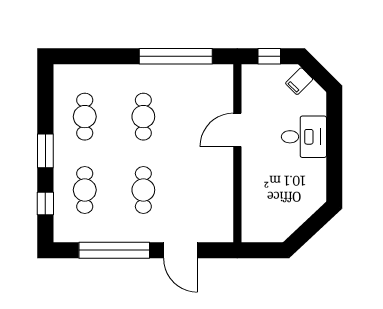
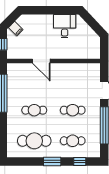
cafe table: (85, 117) -> (34, 141), width x1.37, depth x1.35
desk: (304, 137) -> (65, 26), moved

